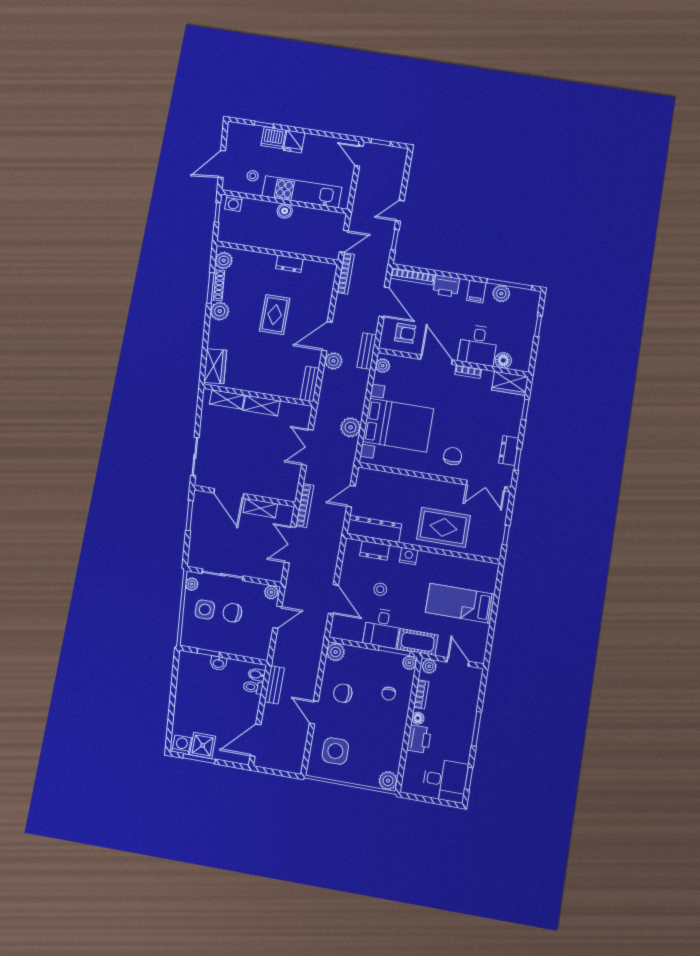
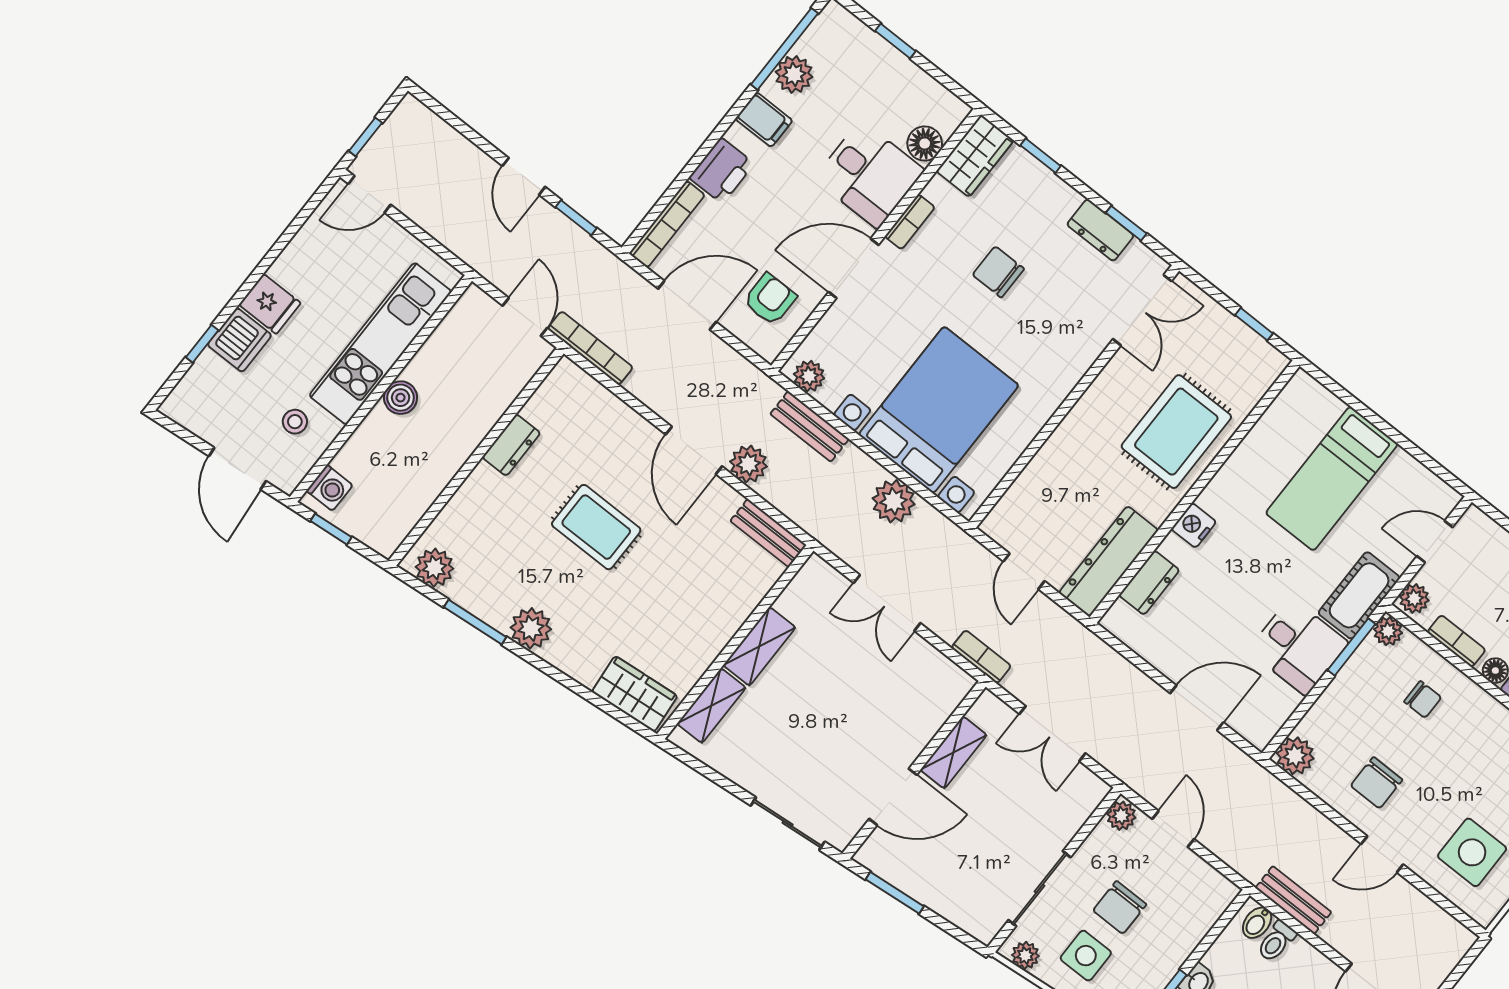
shoe rack: (218, 285) -> (478, 605), removed
bench: (367, 351) -> (810, 426), moved
chair: (453, 456) -> (998, 272), moved
bookcase: (305, 506) -> (981, 657), width x0.64
stool: (380, 589) -> (1226, 611), removed

